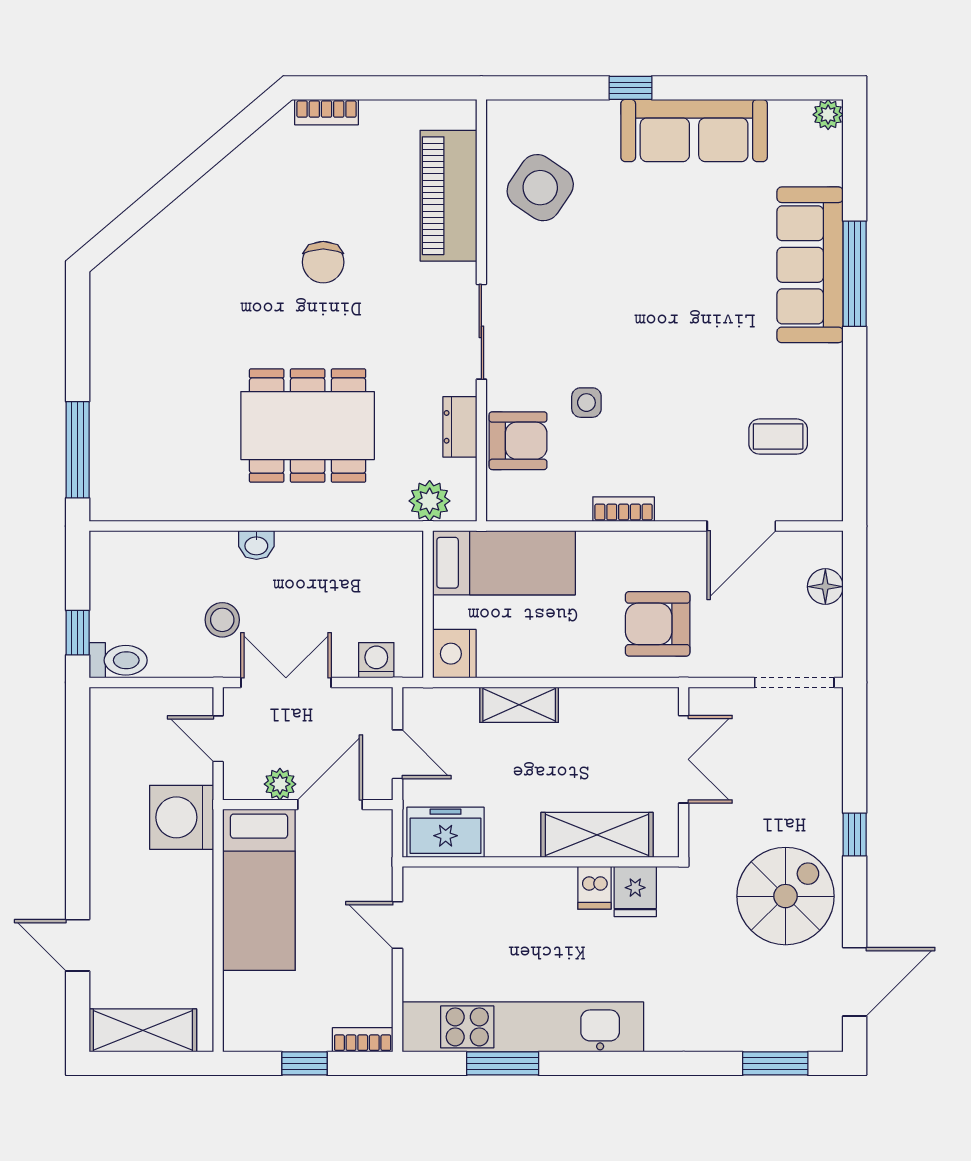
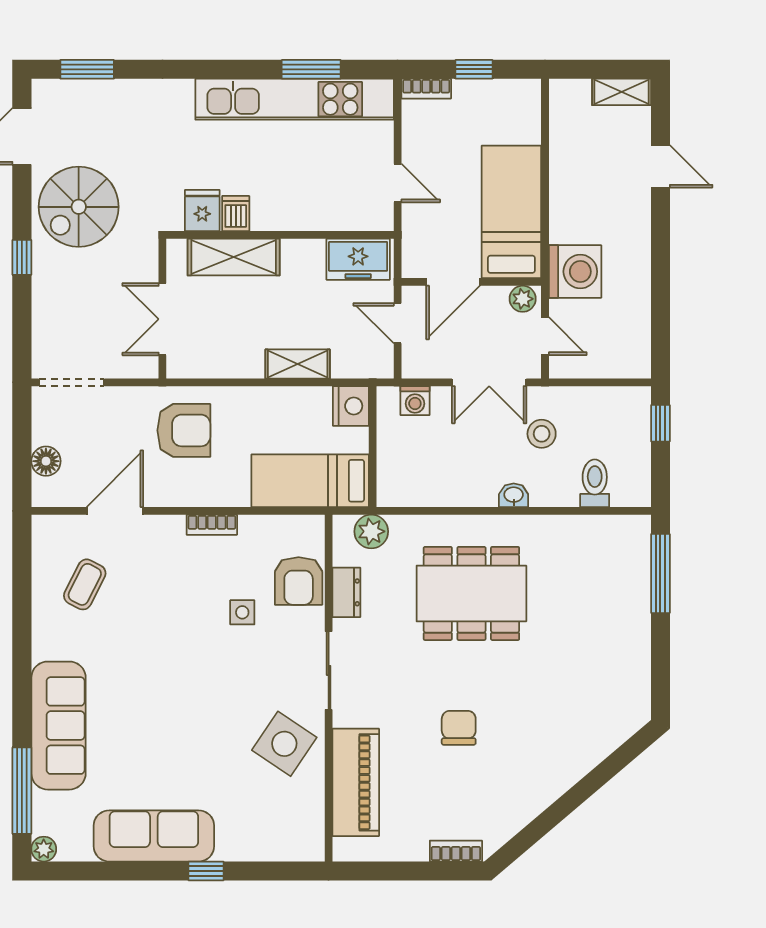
side table: (540, 188) -> (284, 744), moved
window: (855, 274) -> (22, 791), moved
coffee table: (778, 437) -> (85, 584), turned -63
armchair: (518, 441) -> (299, 581), turned -90
toilet: (118, 660) -> (595, 483), moved, turned 90
plant: (280, 784) -> (523, 299), moved
shelving: (143, 1030) -> (622, 92), width x0.67, depth x0.75

